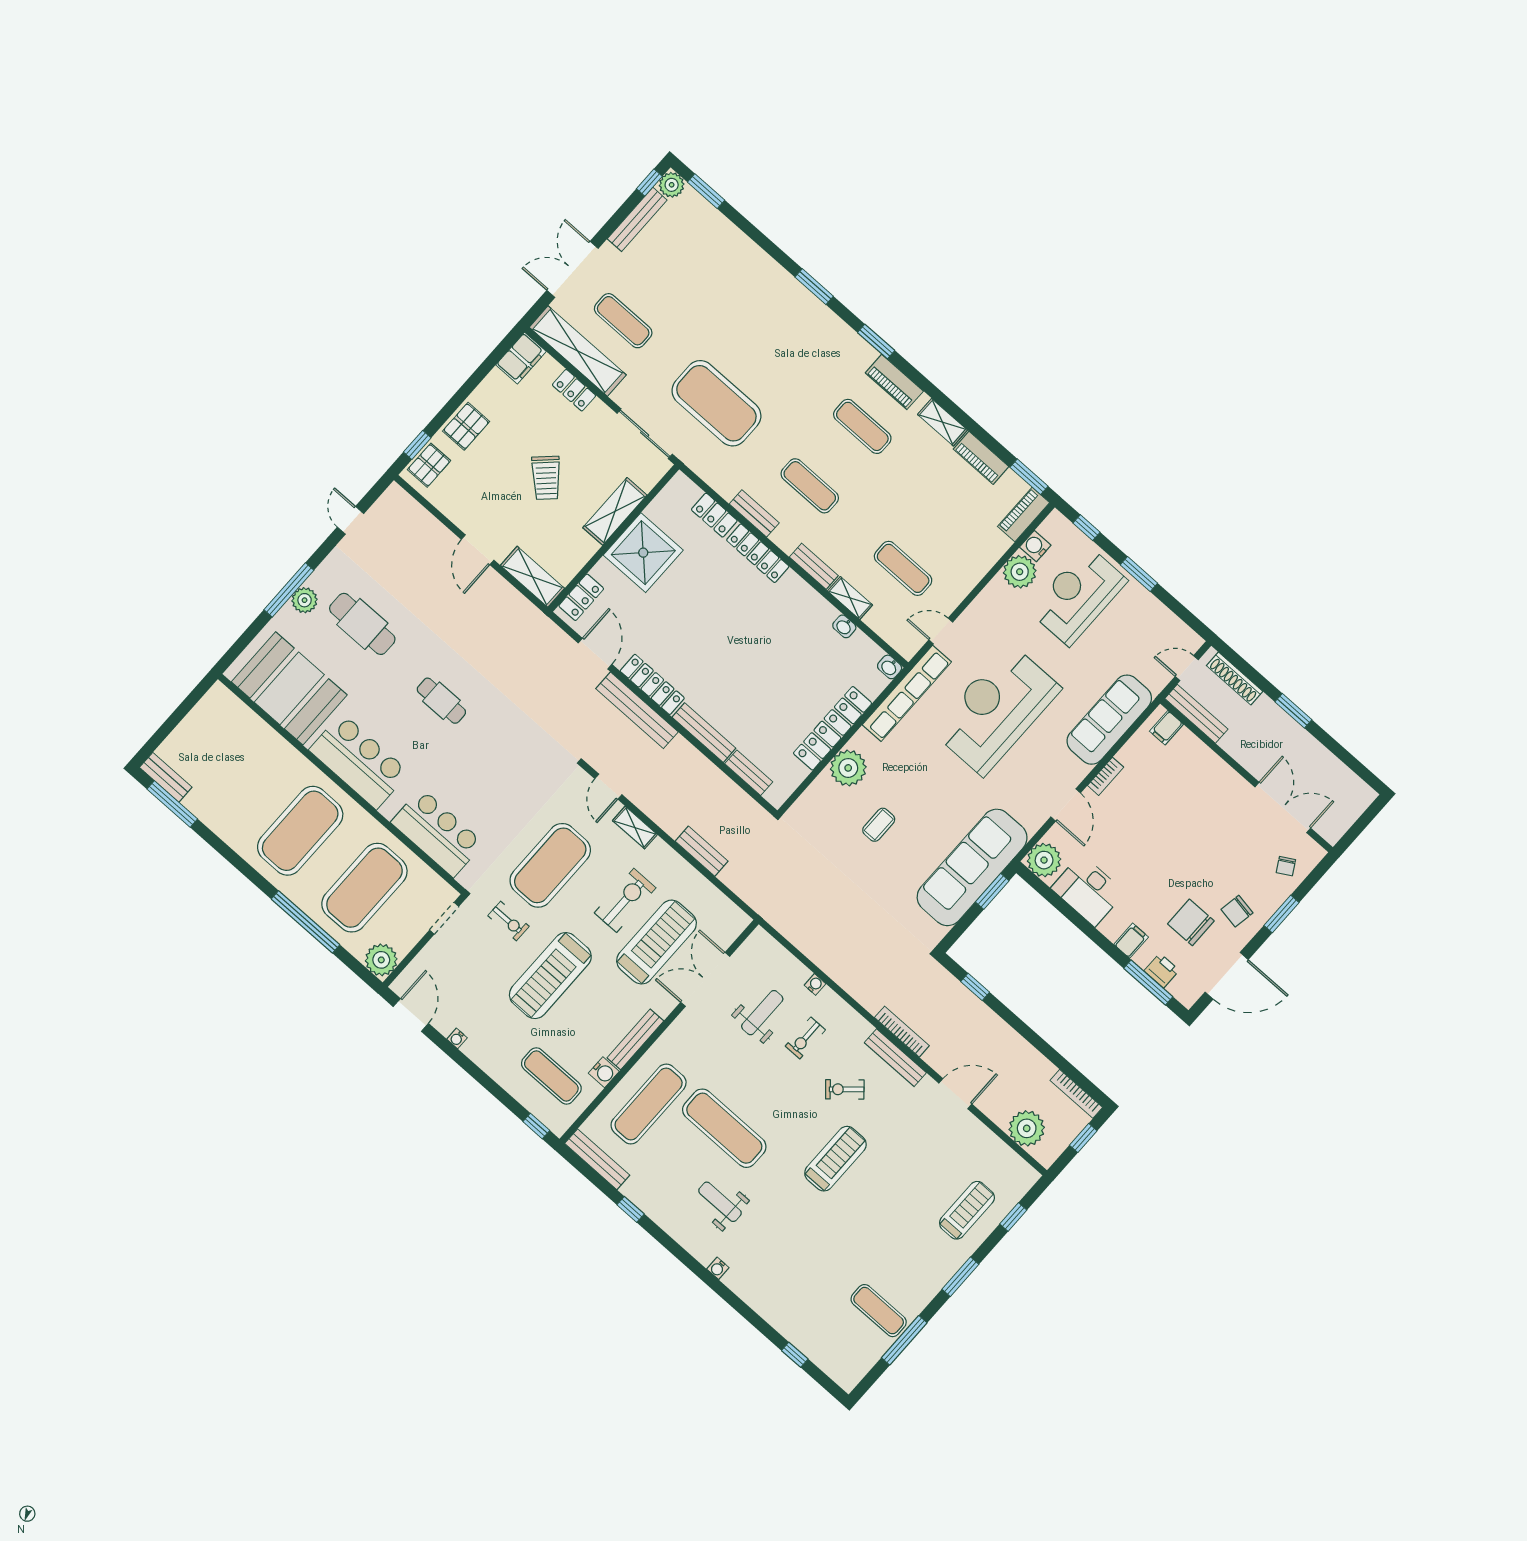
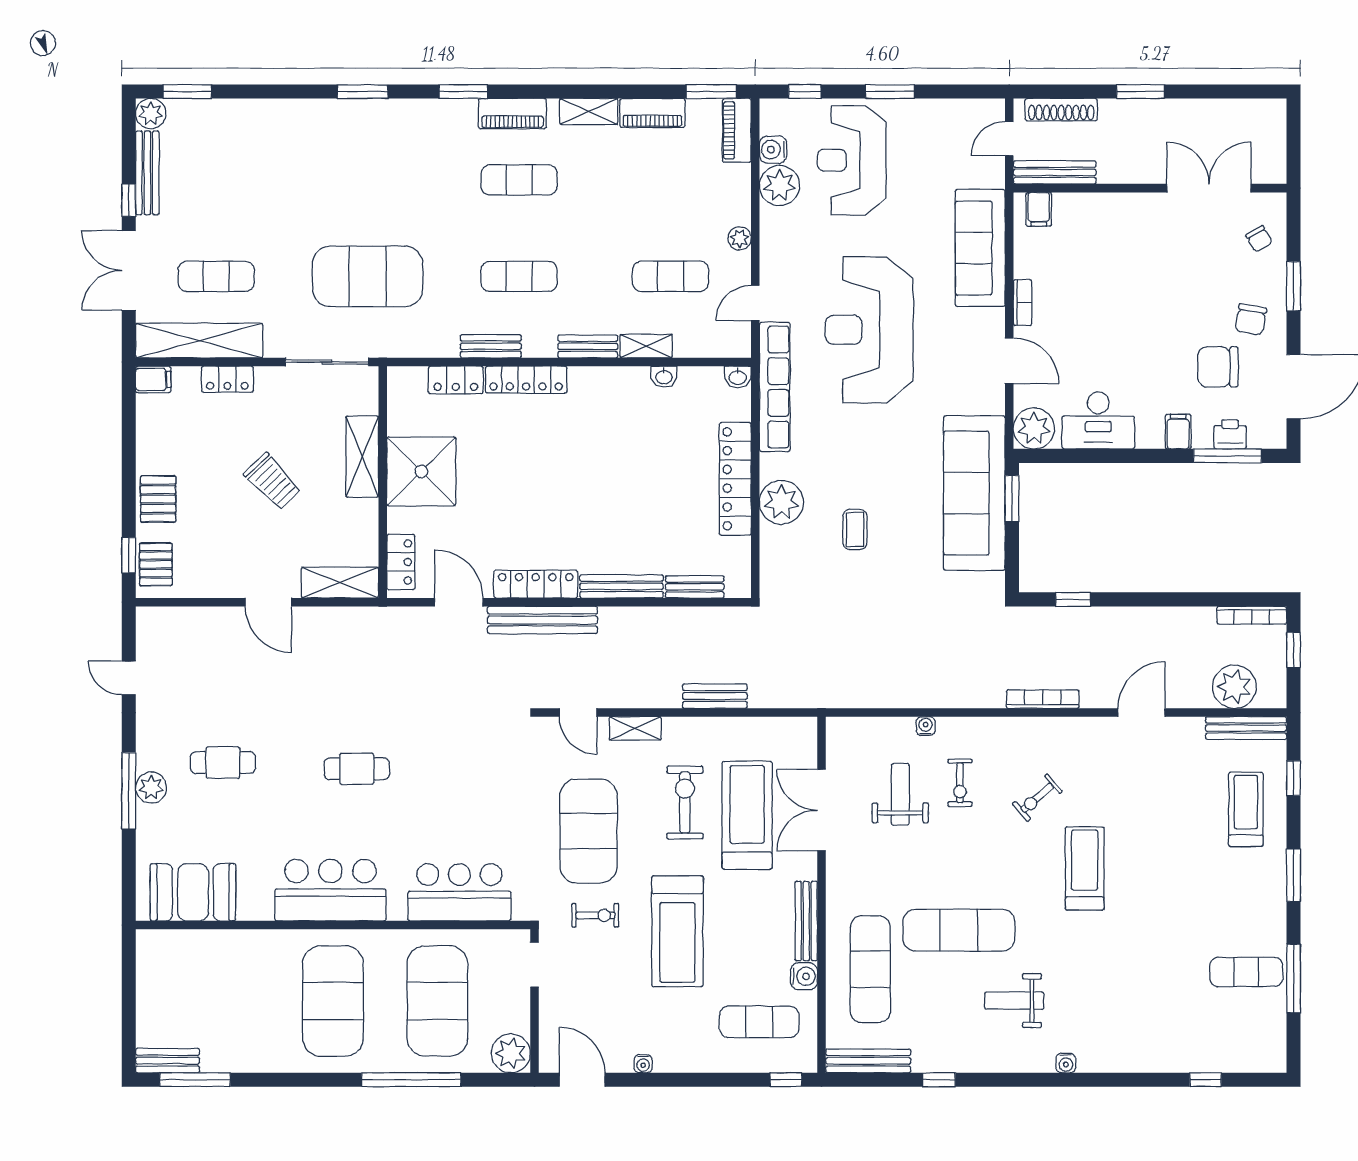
window: (649, 183) -> (129, 200), moved
filing cabinet: (521, 358) -> (153, 379), width x0.50
plant: (966, 583) -> (740, 238), added
cafe table: (362, 624) -> (223, 763), width x0.73, depth x0.74
booth: (289, 688) -> (193, 892), width x0.73, depth x0.70
bench: (895, 1058) -> (1246, 728), moved

